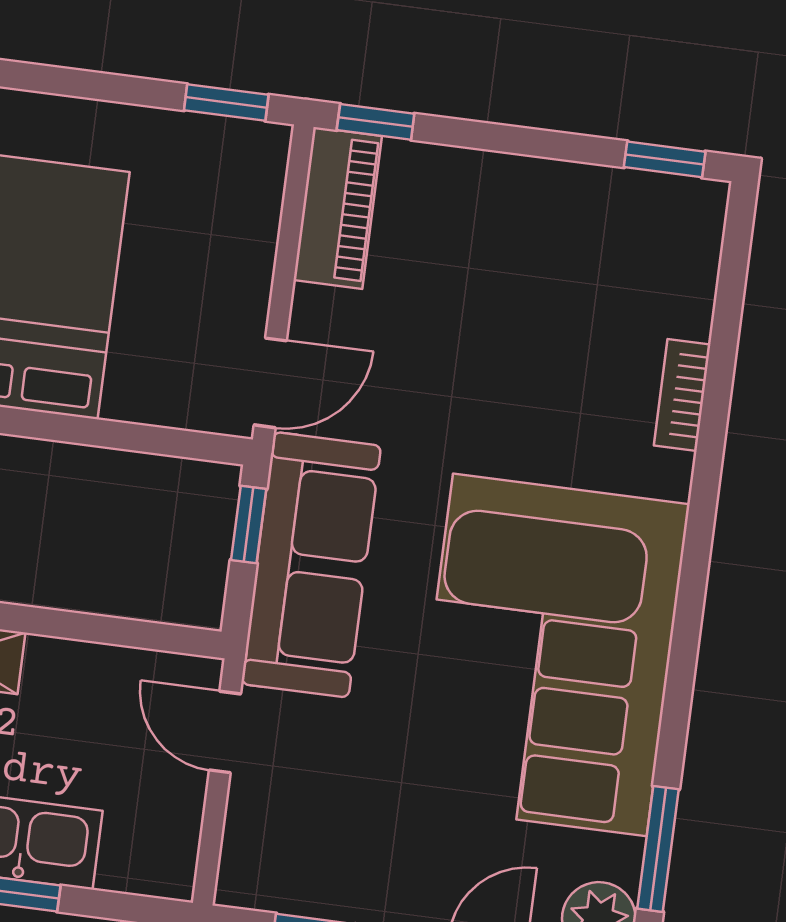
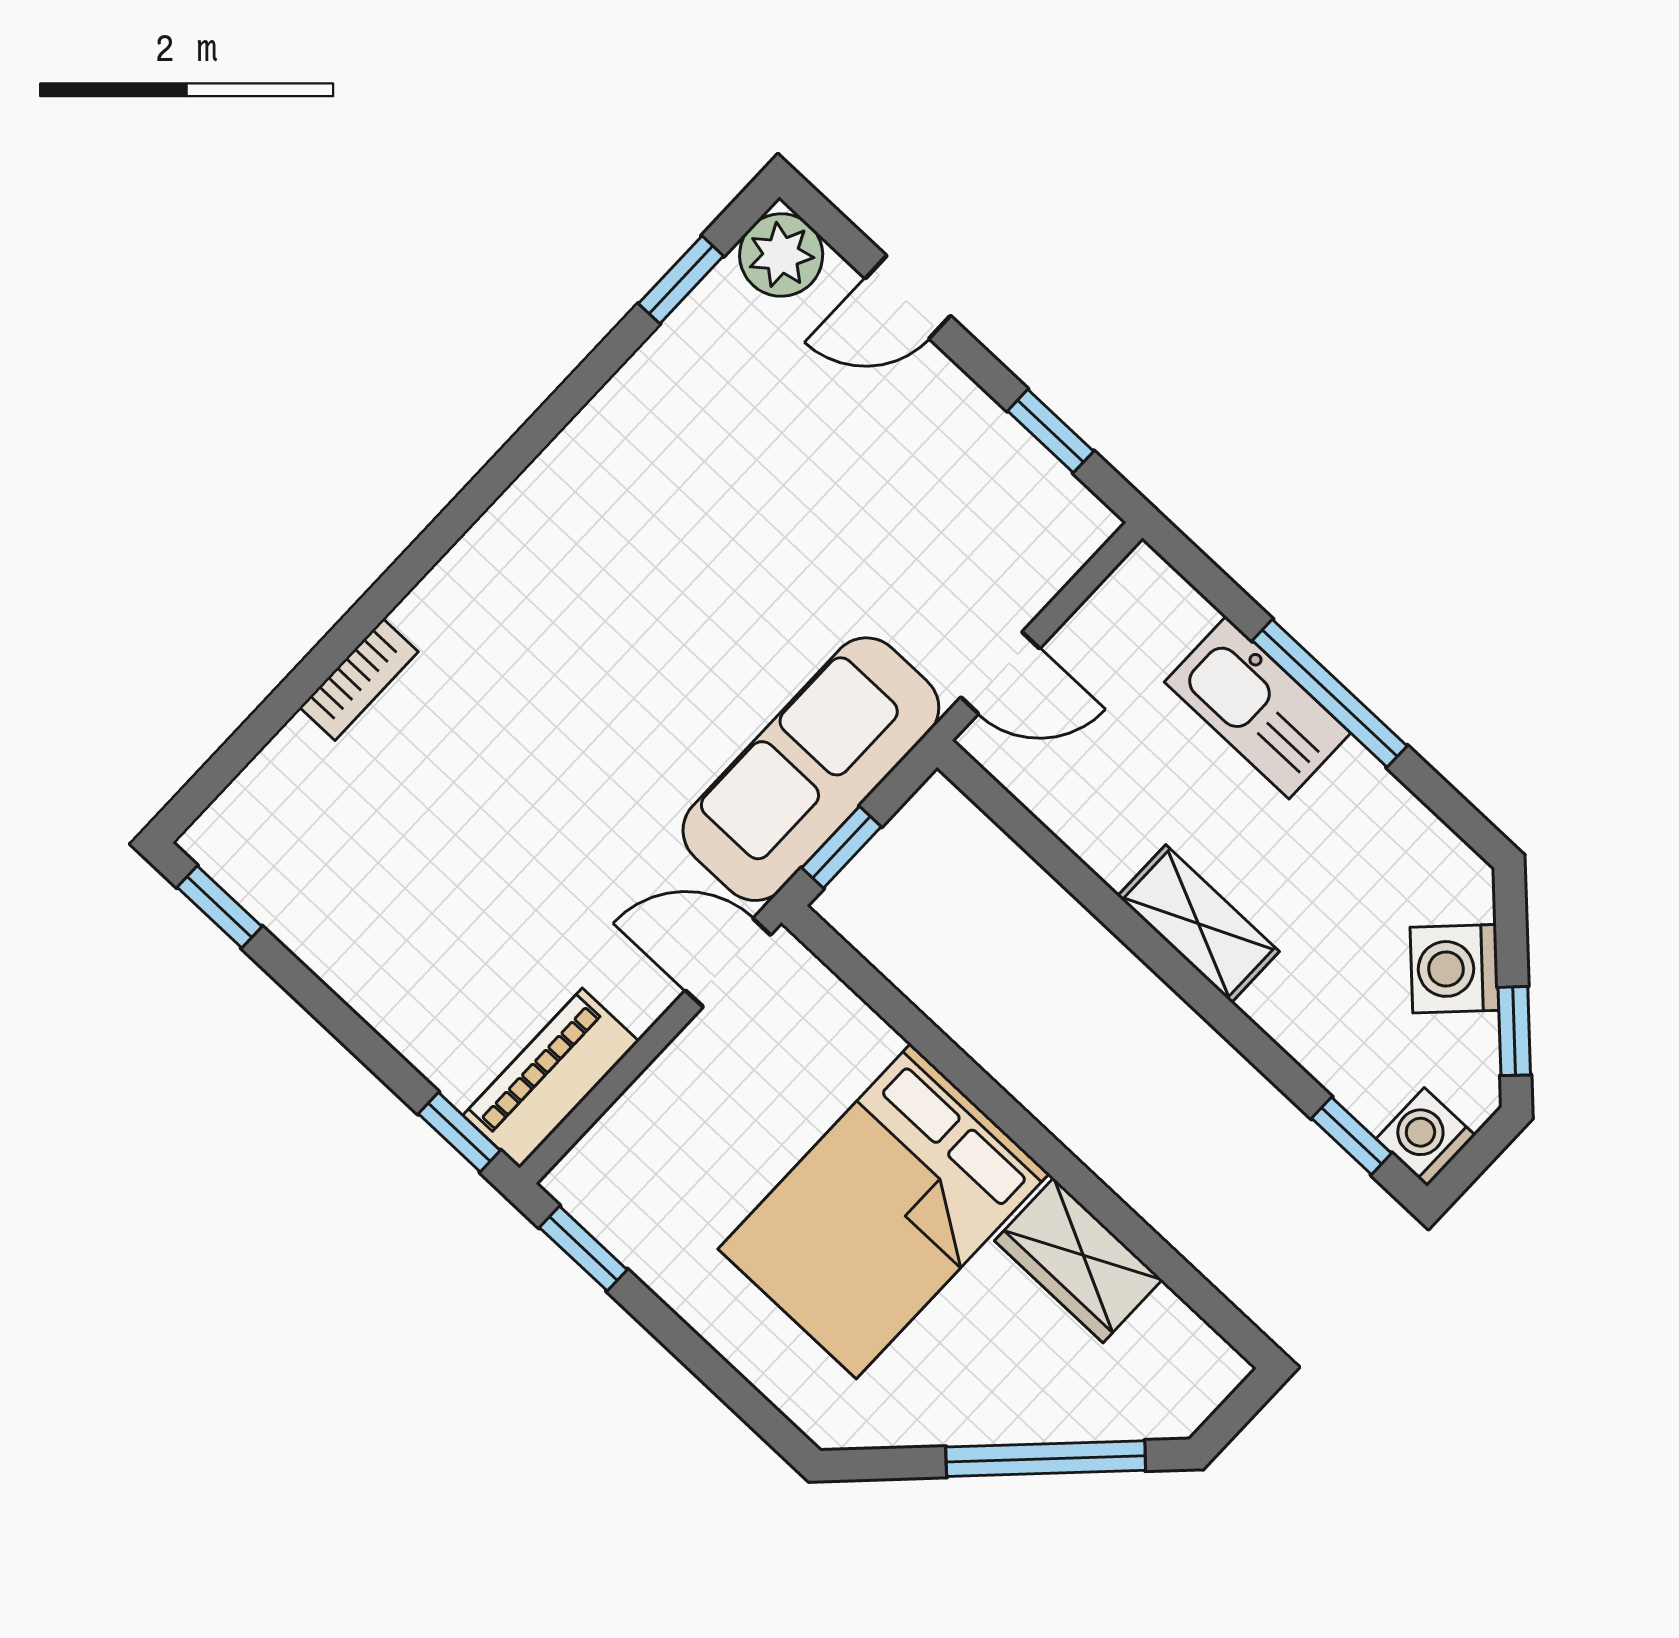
corner sofa: (550, 655) -> (652, 529), removed
door: (225, 732) -> (1000, 673), hinge flipped
window: (658, 849) -> (681, 280), width x0.67

